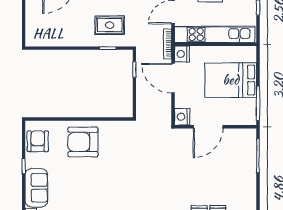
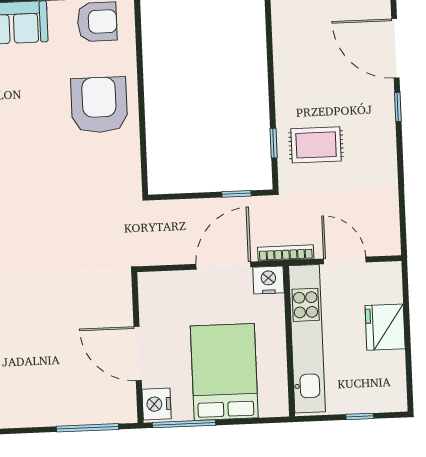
rug: (110, 25) -> (316, 145), turned 90
nightstand: (182, 117) -> (157, 404), moved, turned -90
door: (208, 127) -> (138, 354), moved

